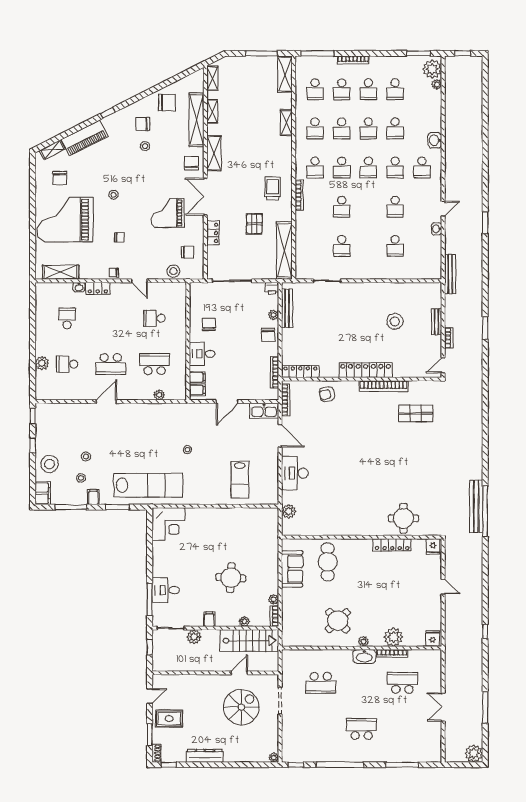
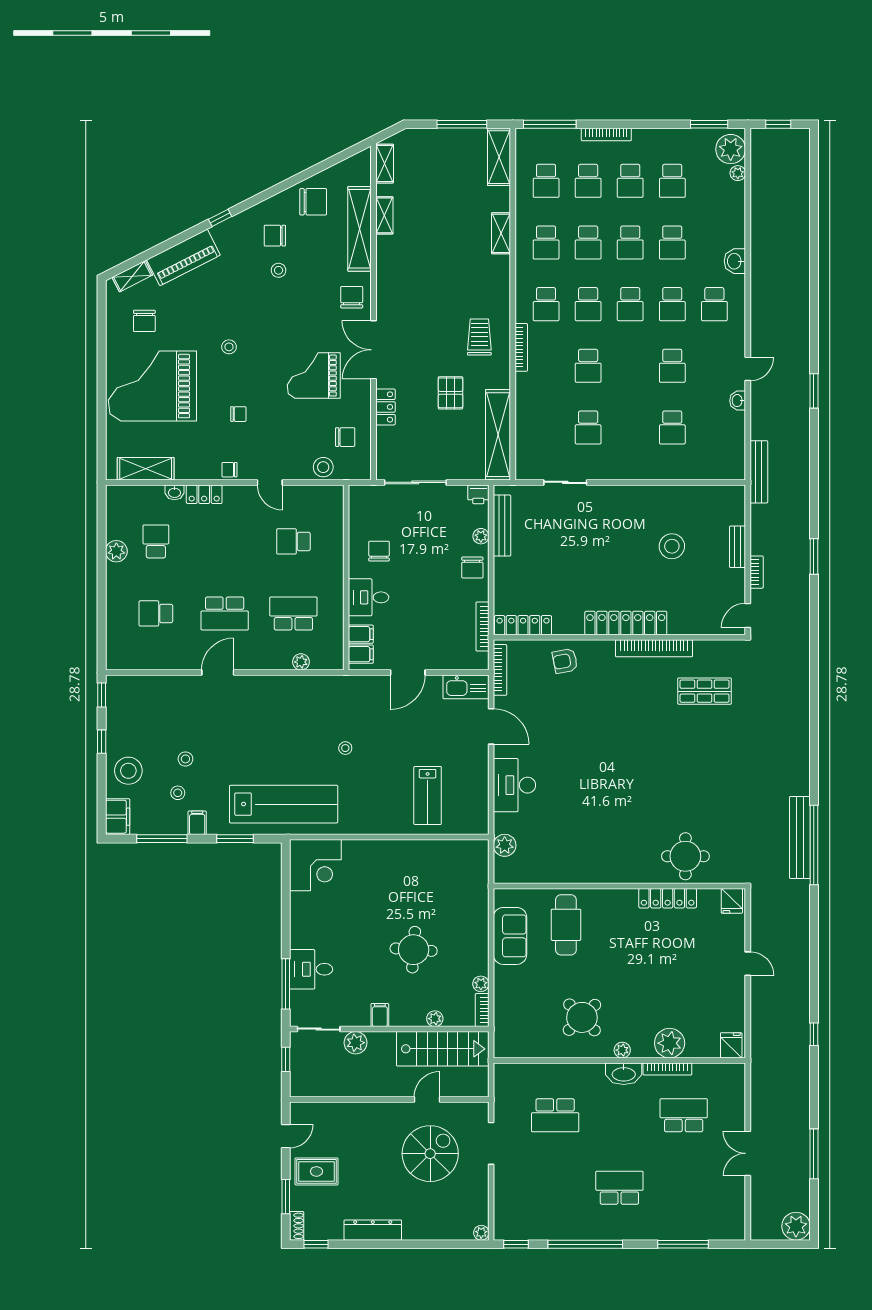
shelving: (214, 153) -> (387, 282), removed
plant: (42, 363) -> (116, 551), moved

